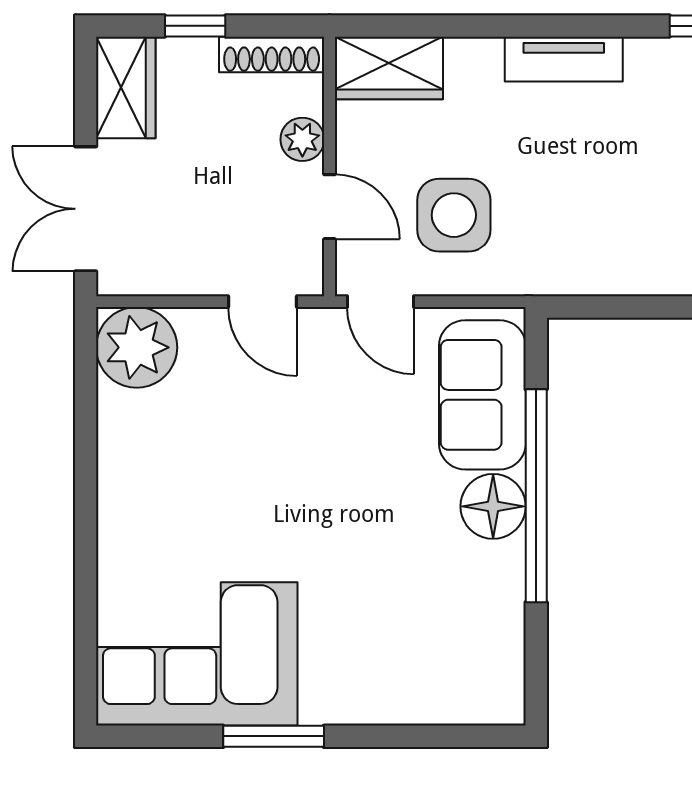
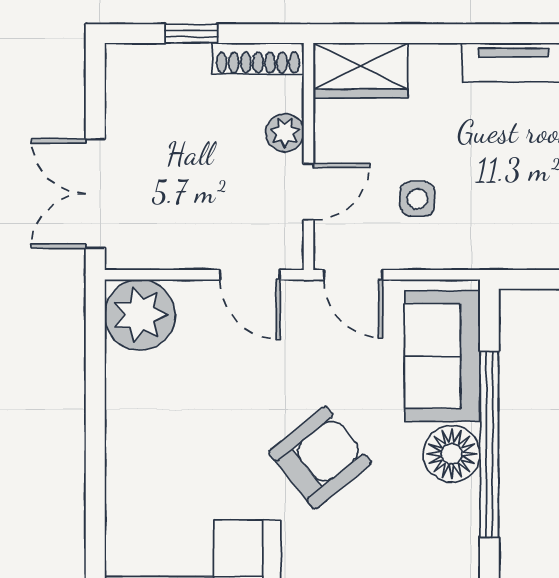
wardrobe: (126, 88) -> (130, 87), removed
door: (329, 207) -> (309, 192), hinge flipped
side table: (454, 215) -> (417, 199), width x0.54, depth x0.54
armchair: (342, 511) -> (320, 458), added

